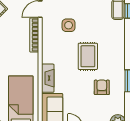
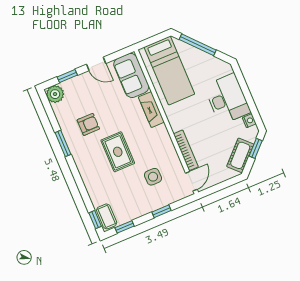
armchair: (102, 87) -> (88, 124), turned -90

